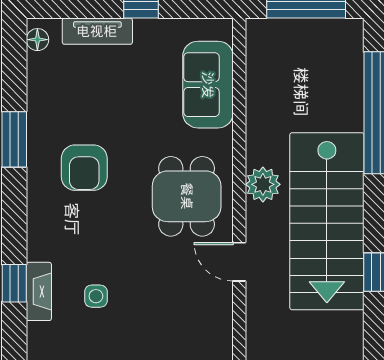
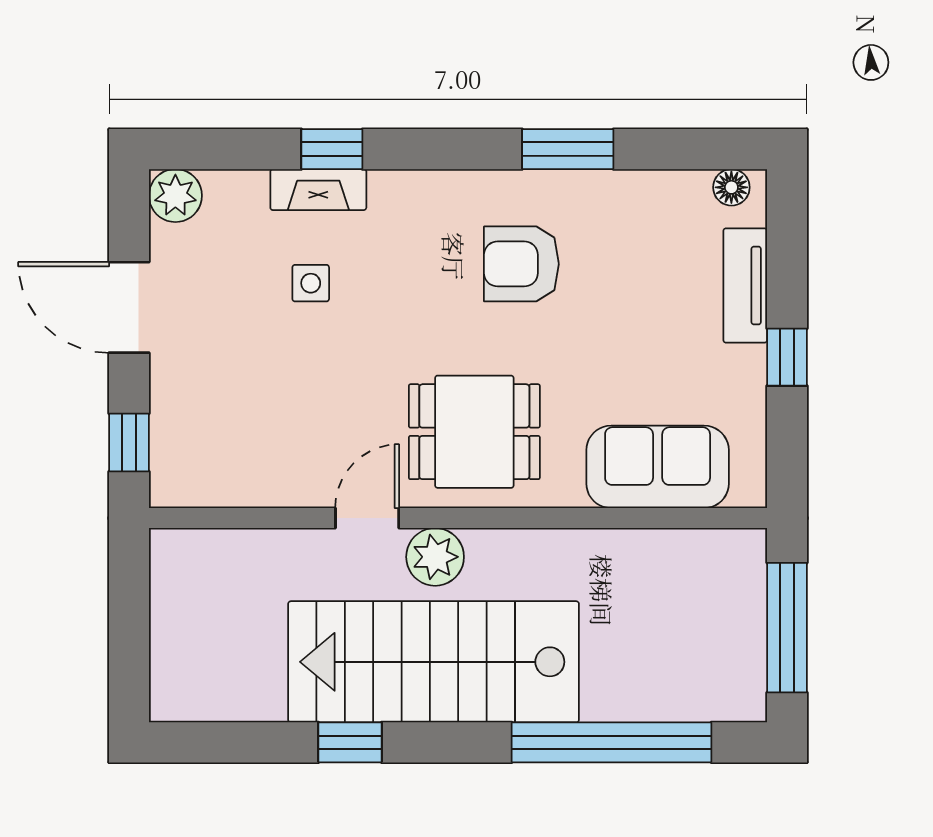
plant: (263, 184) -> (435, 557), moved

